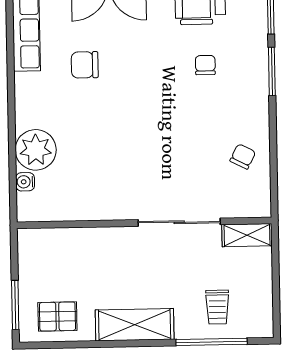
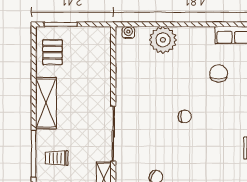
chair: (205, 65) -> (185, 117), moved
water cooler: (25, 182) -> (128, 32), moved

